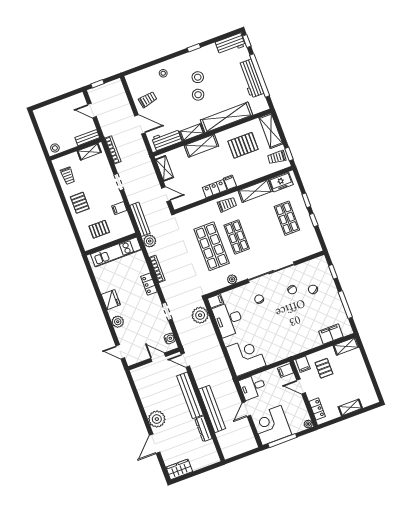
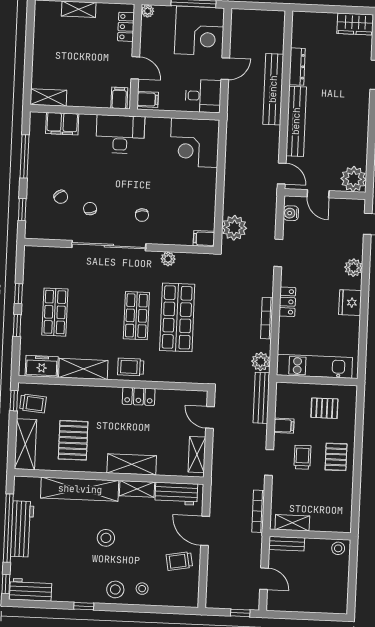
stool: (198, 77) -> (115, 589), moved
pallet: (243, 145) -> (73, 440), turned 90
trolley: (68, 176) -> (302, 457), moved
filing cabinet: (230, 182) -> (113, 396), removed
desk: (228, 319) -> (120, 134), moved, turned -90
pallet: (324, 368) -> (92, 80), removed
plant: (157, 419) -> (354, 179), moved

